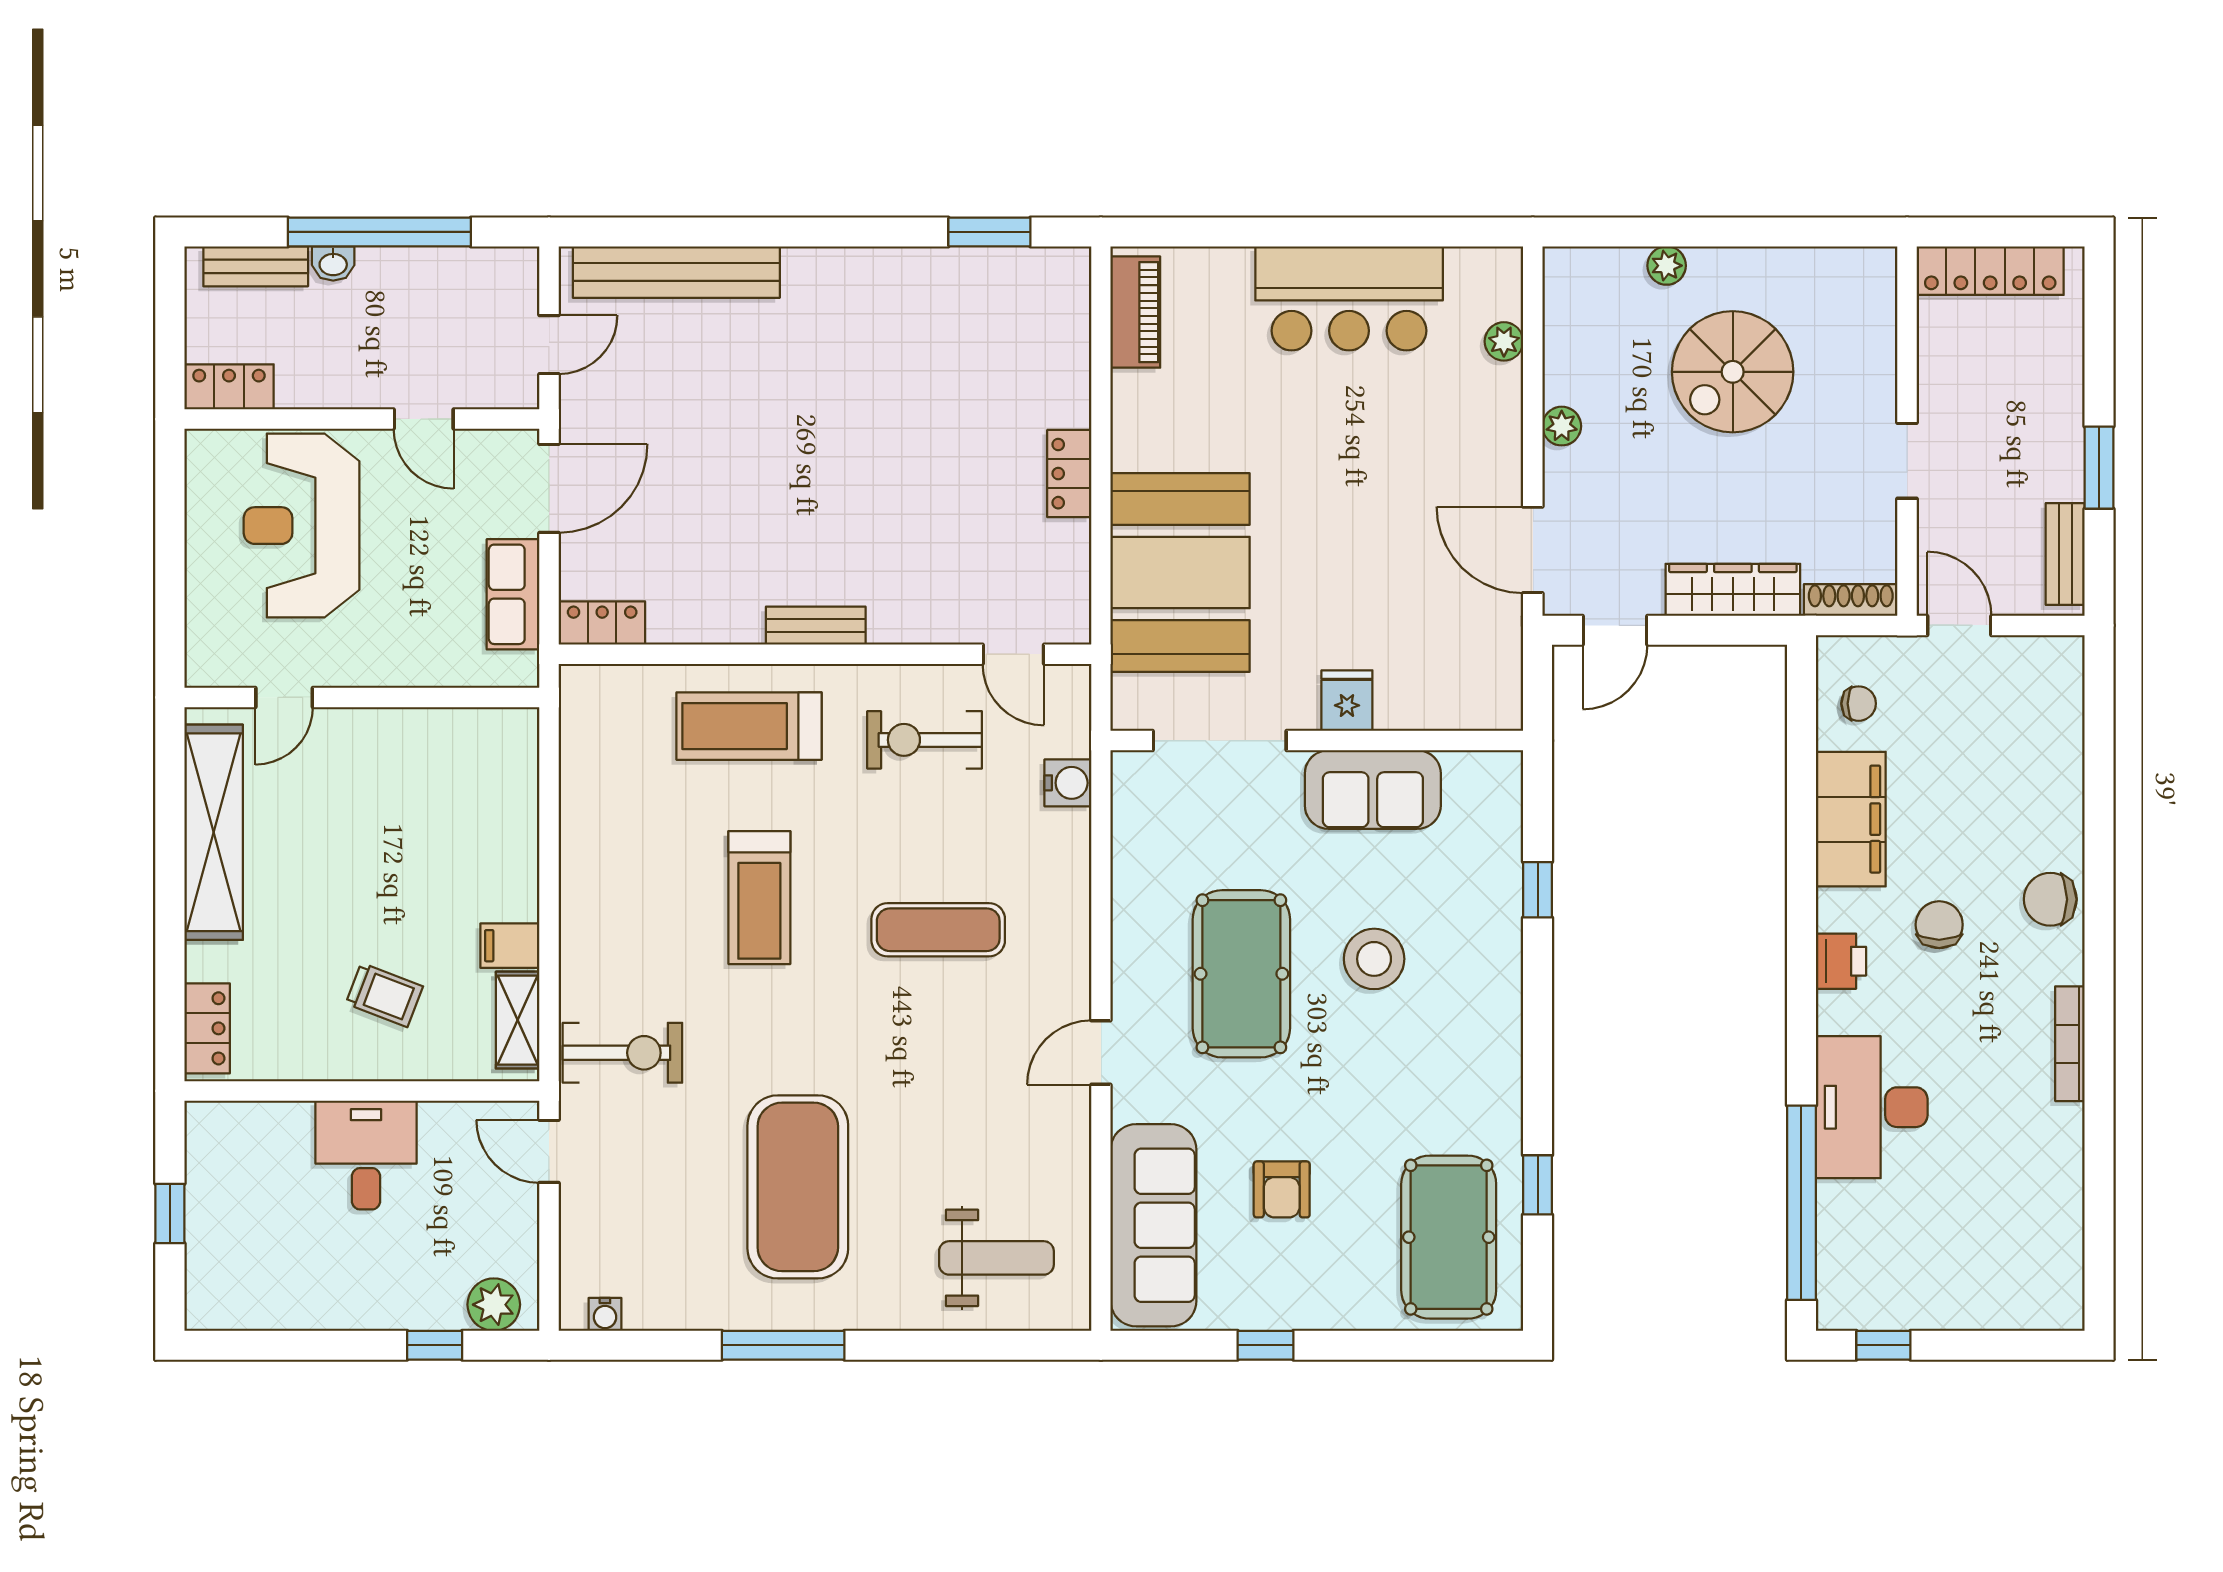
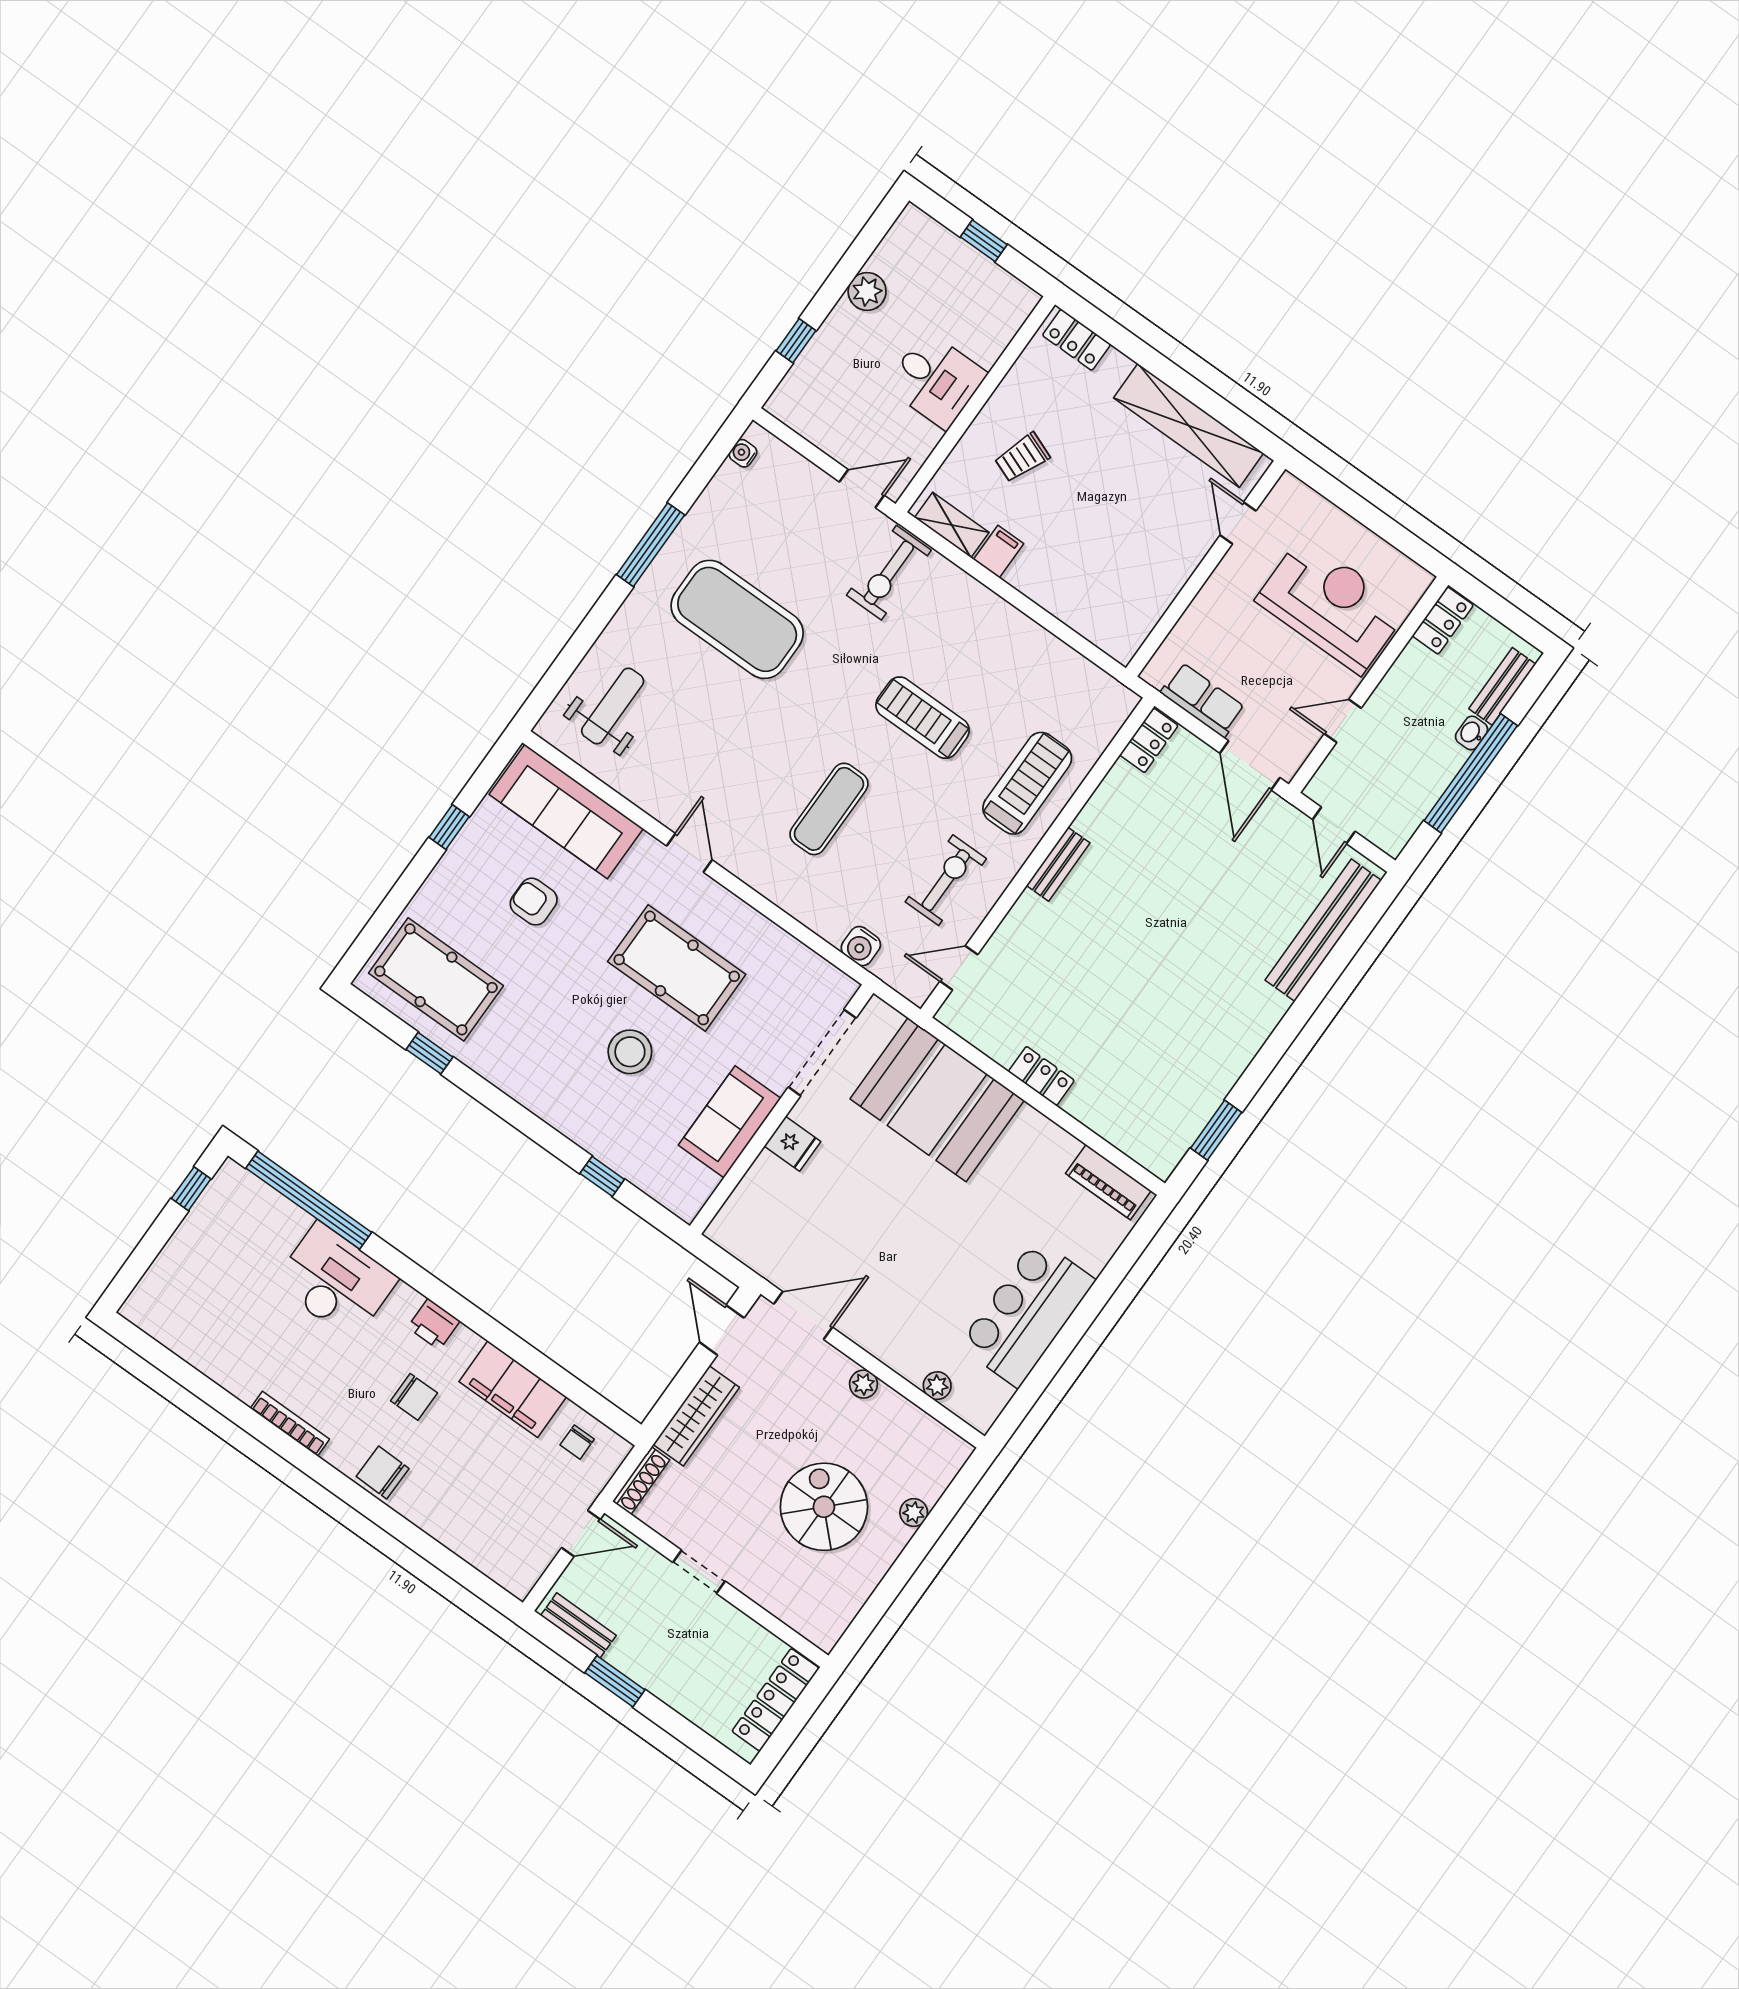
chair: (2050, 899) -> (383, 1472), turned -89
weight bench: (996, 1258) -> (613, 706), turned 180
plant: (494, 1305) -> (867, 291), moved

